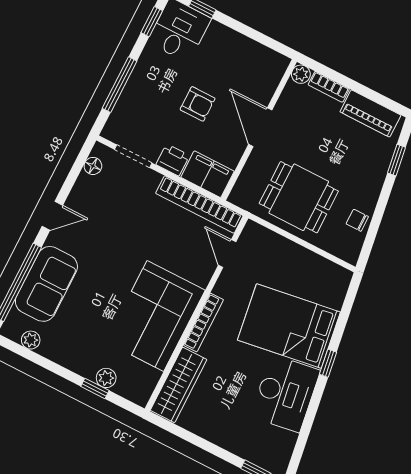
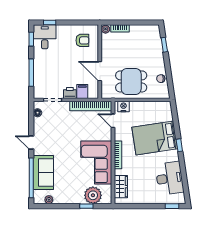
armchair: (198, 104) -> (82, 40), moved
piano: (370, 113) -> (143, 31), removed
door: (260, 127) -> (100, 71), moved
filing cabinet: (207, 174) -> (82, 91), width x0.50
door: (52, 216) -> (31, 143), swing flipped
nightstand: (260, 237) -> (123, 106), added
plant: (106, 378) -> (93, 195), width x1.87, depth x1.87
wardrobe: (179, 385) -> (121, 187), width x0.67
desk: (285, 393) -> (169, 178), moved

